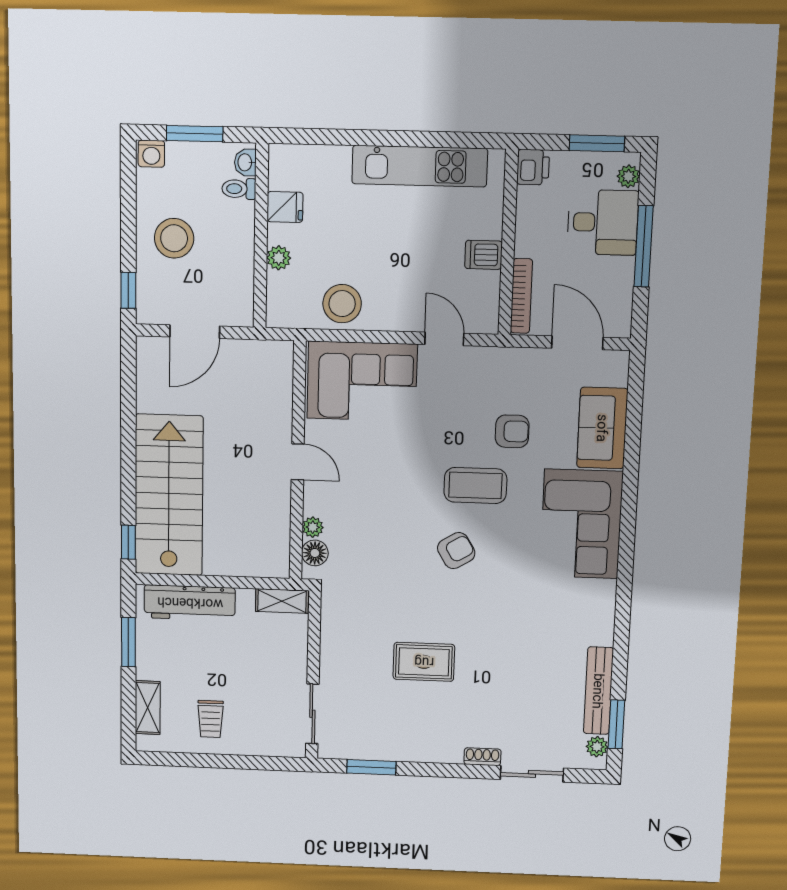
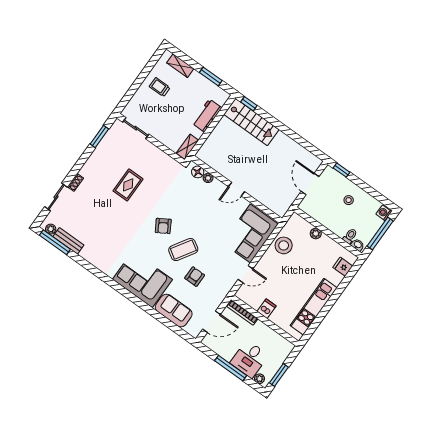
window: (195, 134) -> (380, 233), width x1.44
printer: (533, 167) -> (286, 347), removed
fridge: (285, 207) -> (343, 267), moved, turned 90
stool: (174, 238) -> (349, 200), width x0.53, depth x0.53
armchair: (512, 431) -> (195, 277), turned 180
coffee table: (475, 485) -> (183, 250), turned 32
stairs: (169, 495) -> (251, 122), width x0.73, depth x0.66
workbench: (190, 603) -> (207, 115), width x0.73
bench: (598, 691) -> (68, 241), width x0.73
window: (616, 724) -> (55, 242), width x1.44

